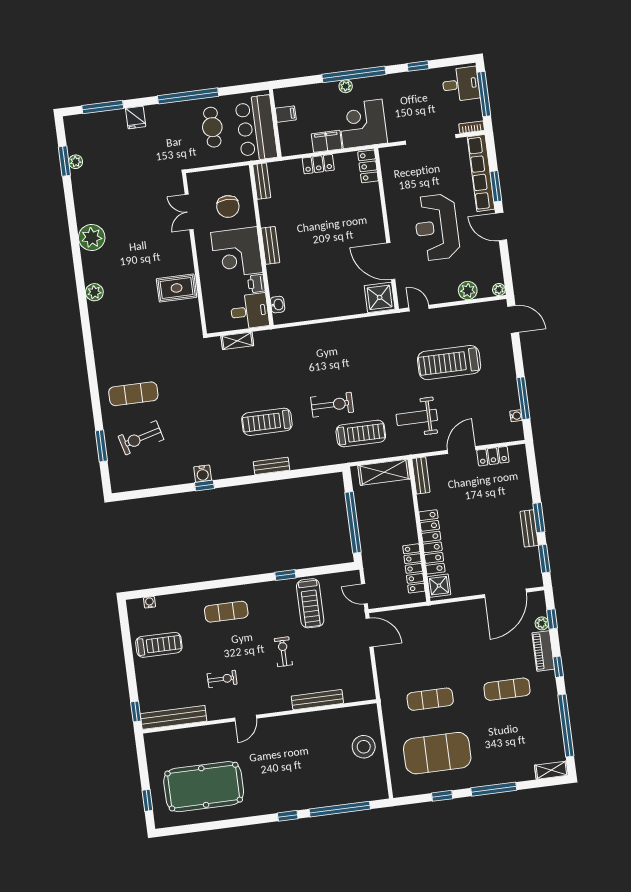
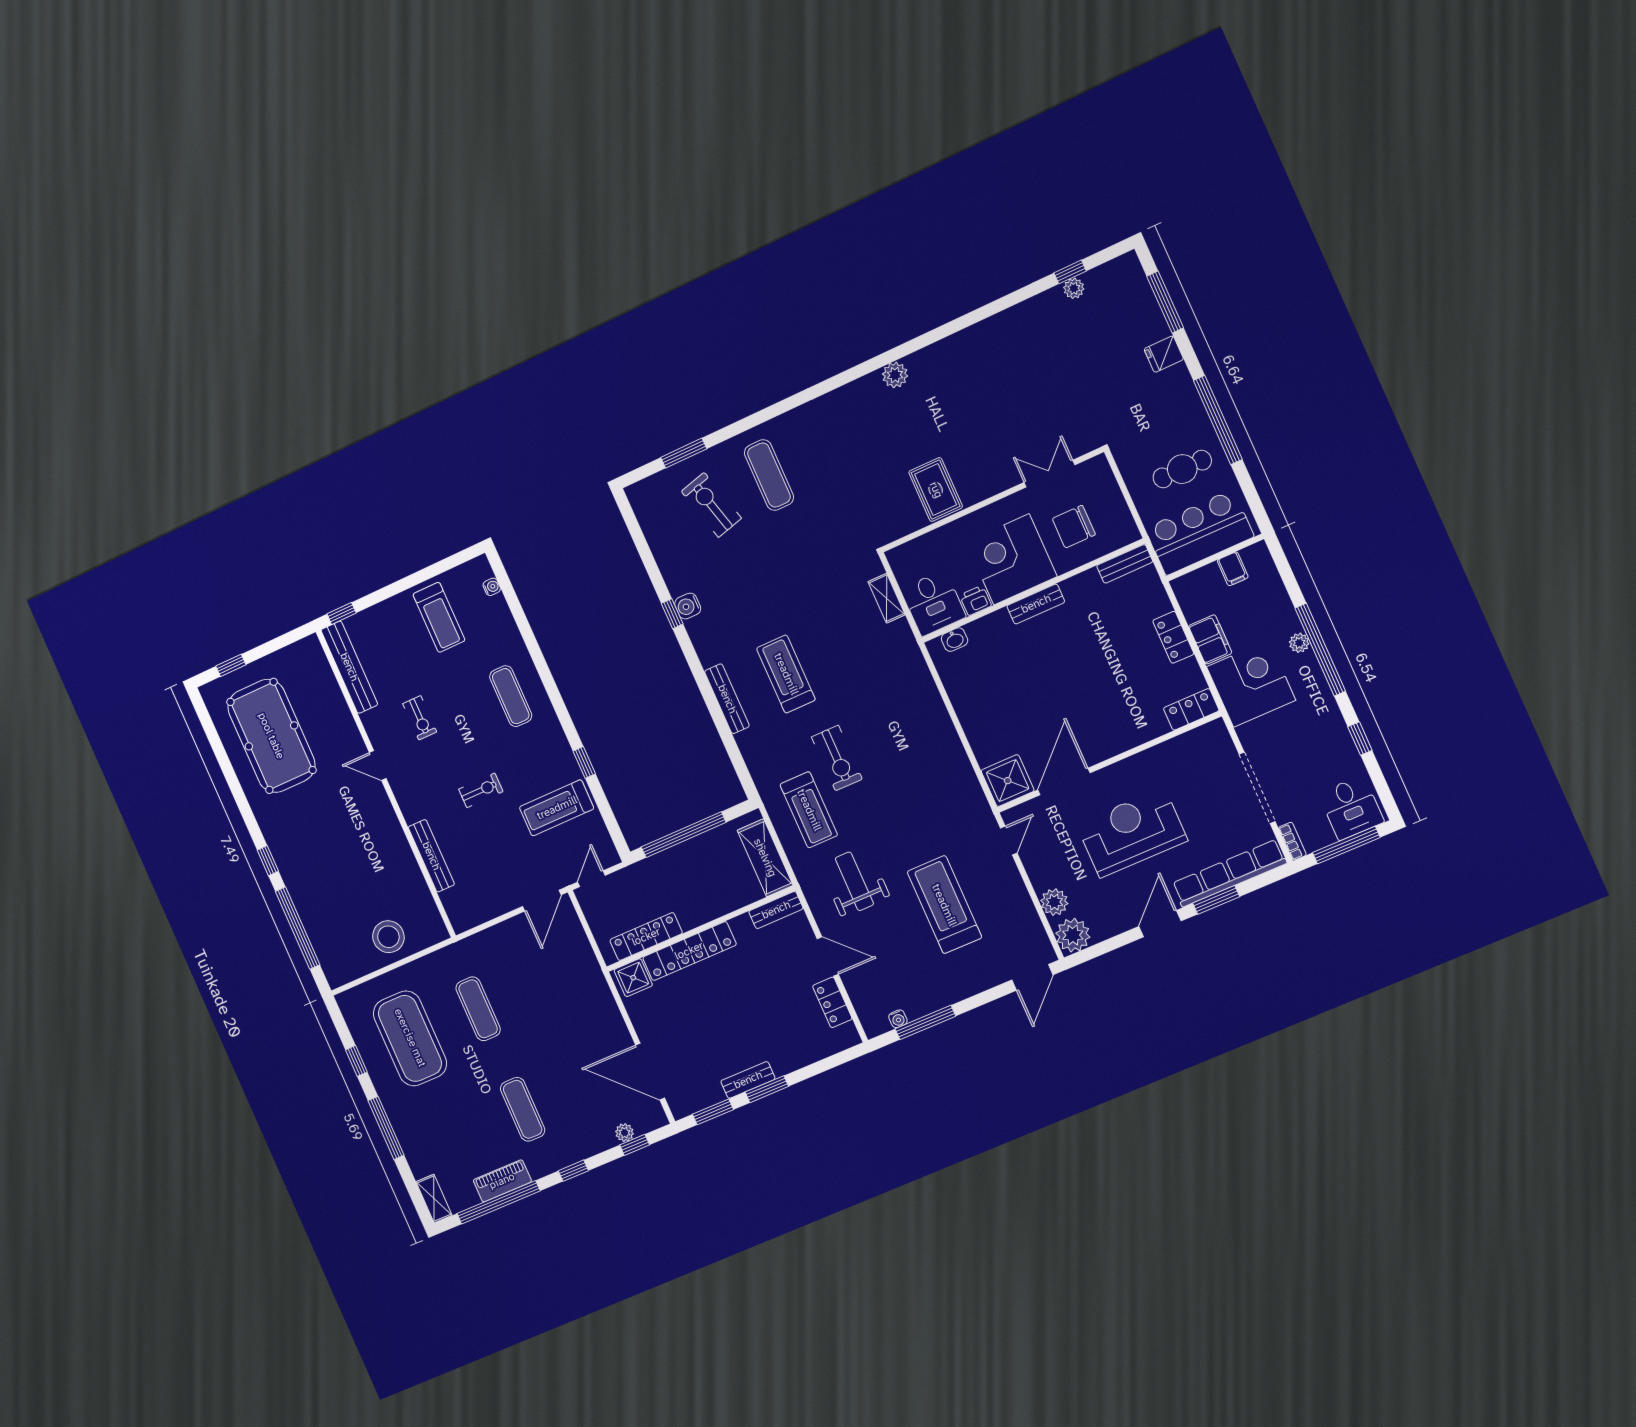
window: (64, 161) -> (1070, 272), width x0.67
plant: (92, 238) -> (972, 346), removed
plant: (499, 290) -> (1073, 935), width x1.88, depth x1.88
bench: (271, 466) -> (727, 699), width x1.36
piano: (543, 651) -> (502, 1181), moved

